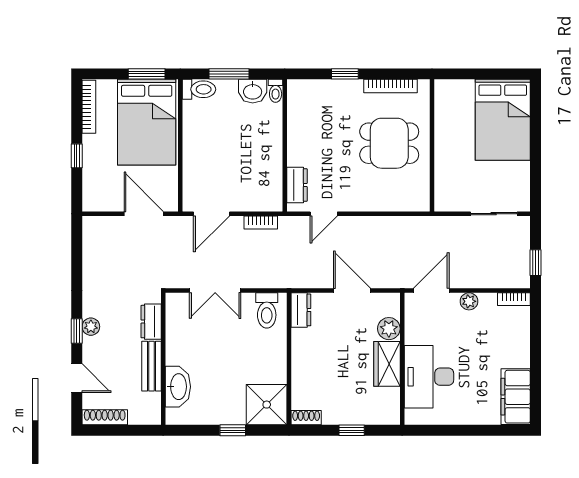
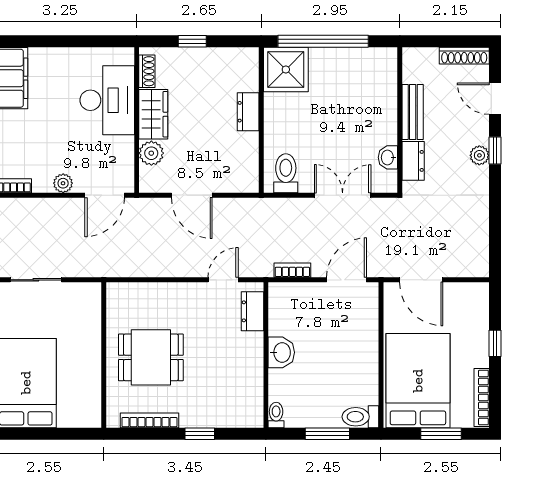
window: (147, 74) -> (441, 434), moved
washbasin: (253, 91) -> (281, 352), moved, turned 90
dresser: (301, 310) -> (248, 112), moved
washbasin: (178, 387) -> (388, 157), moved, width x0.52, depth x0.69
shoe rack: (306, 418) -> (147, 71), moved, turned -90
window: (233, 430) -> (323, 41), width x3.17

